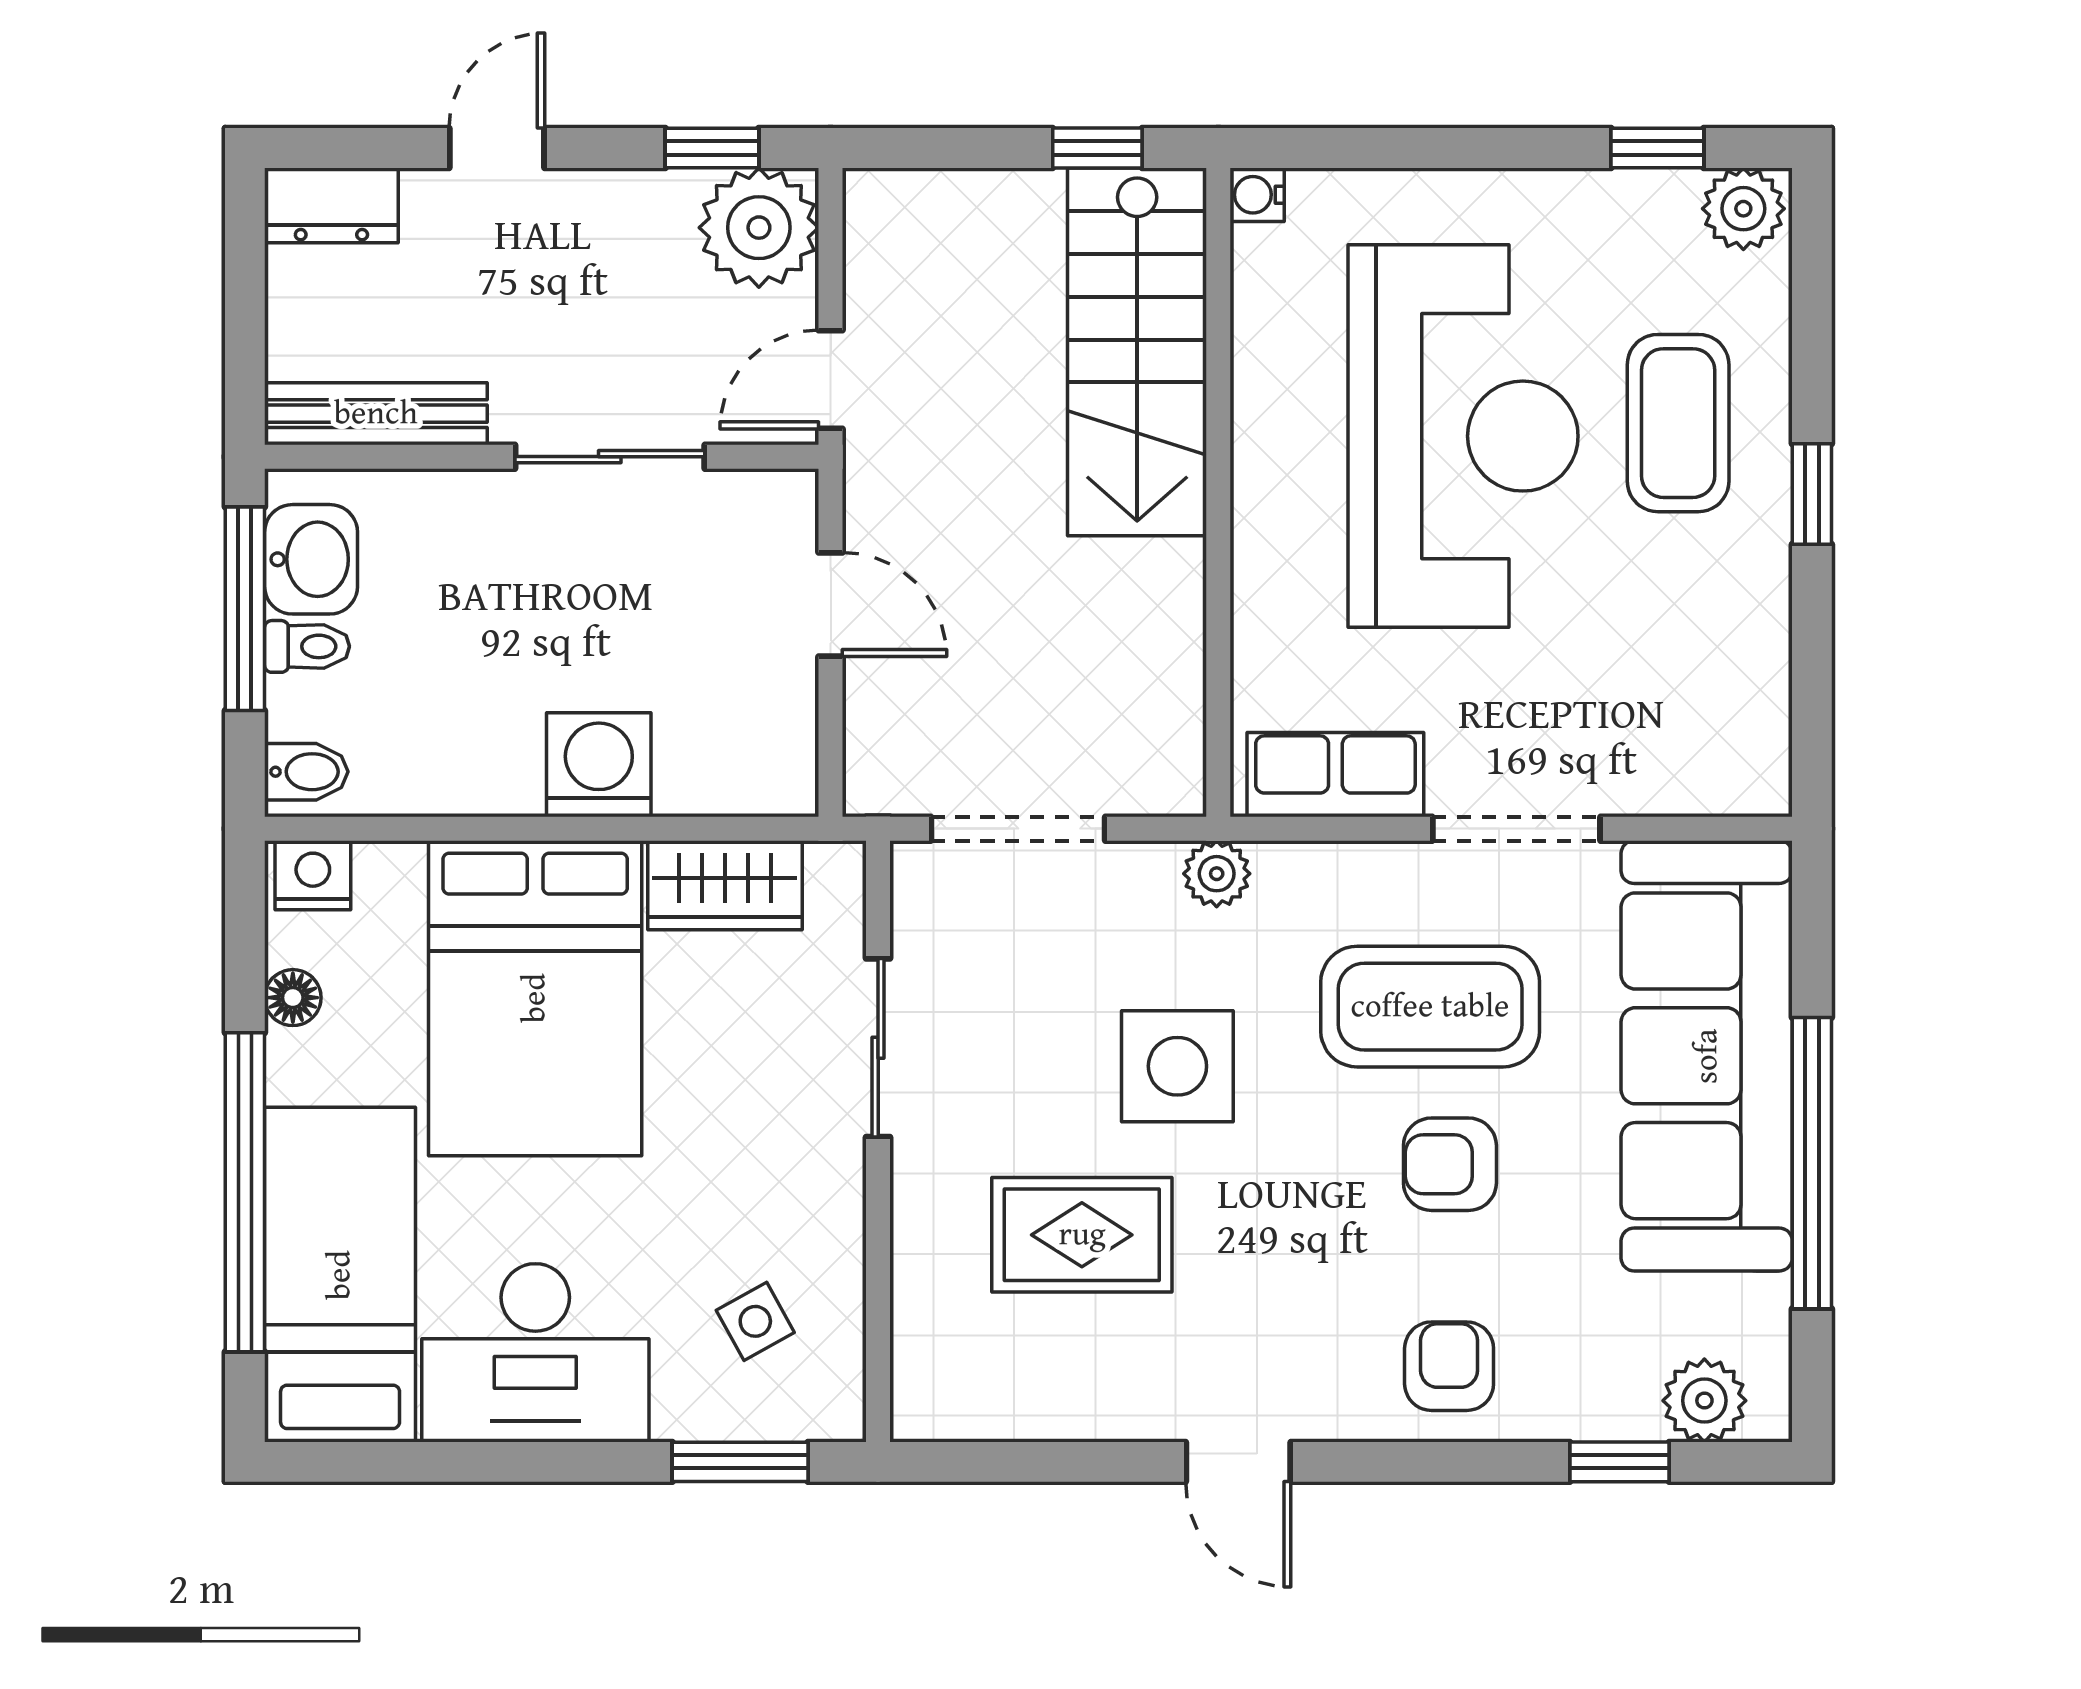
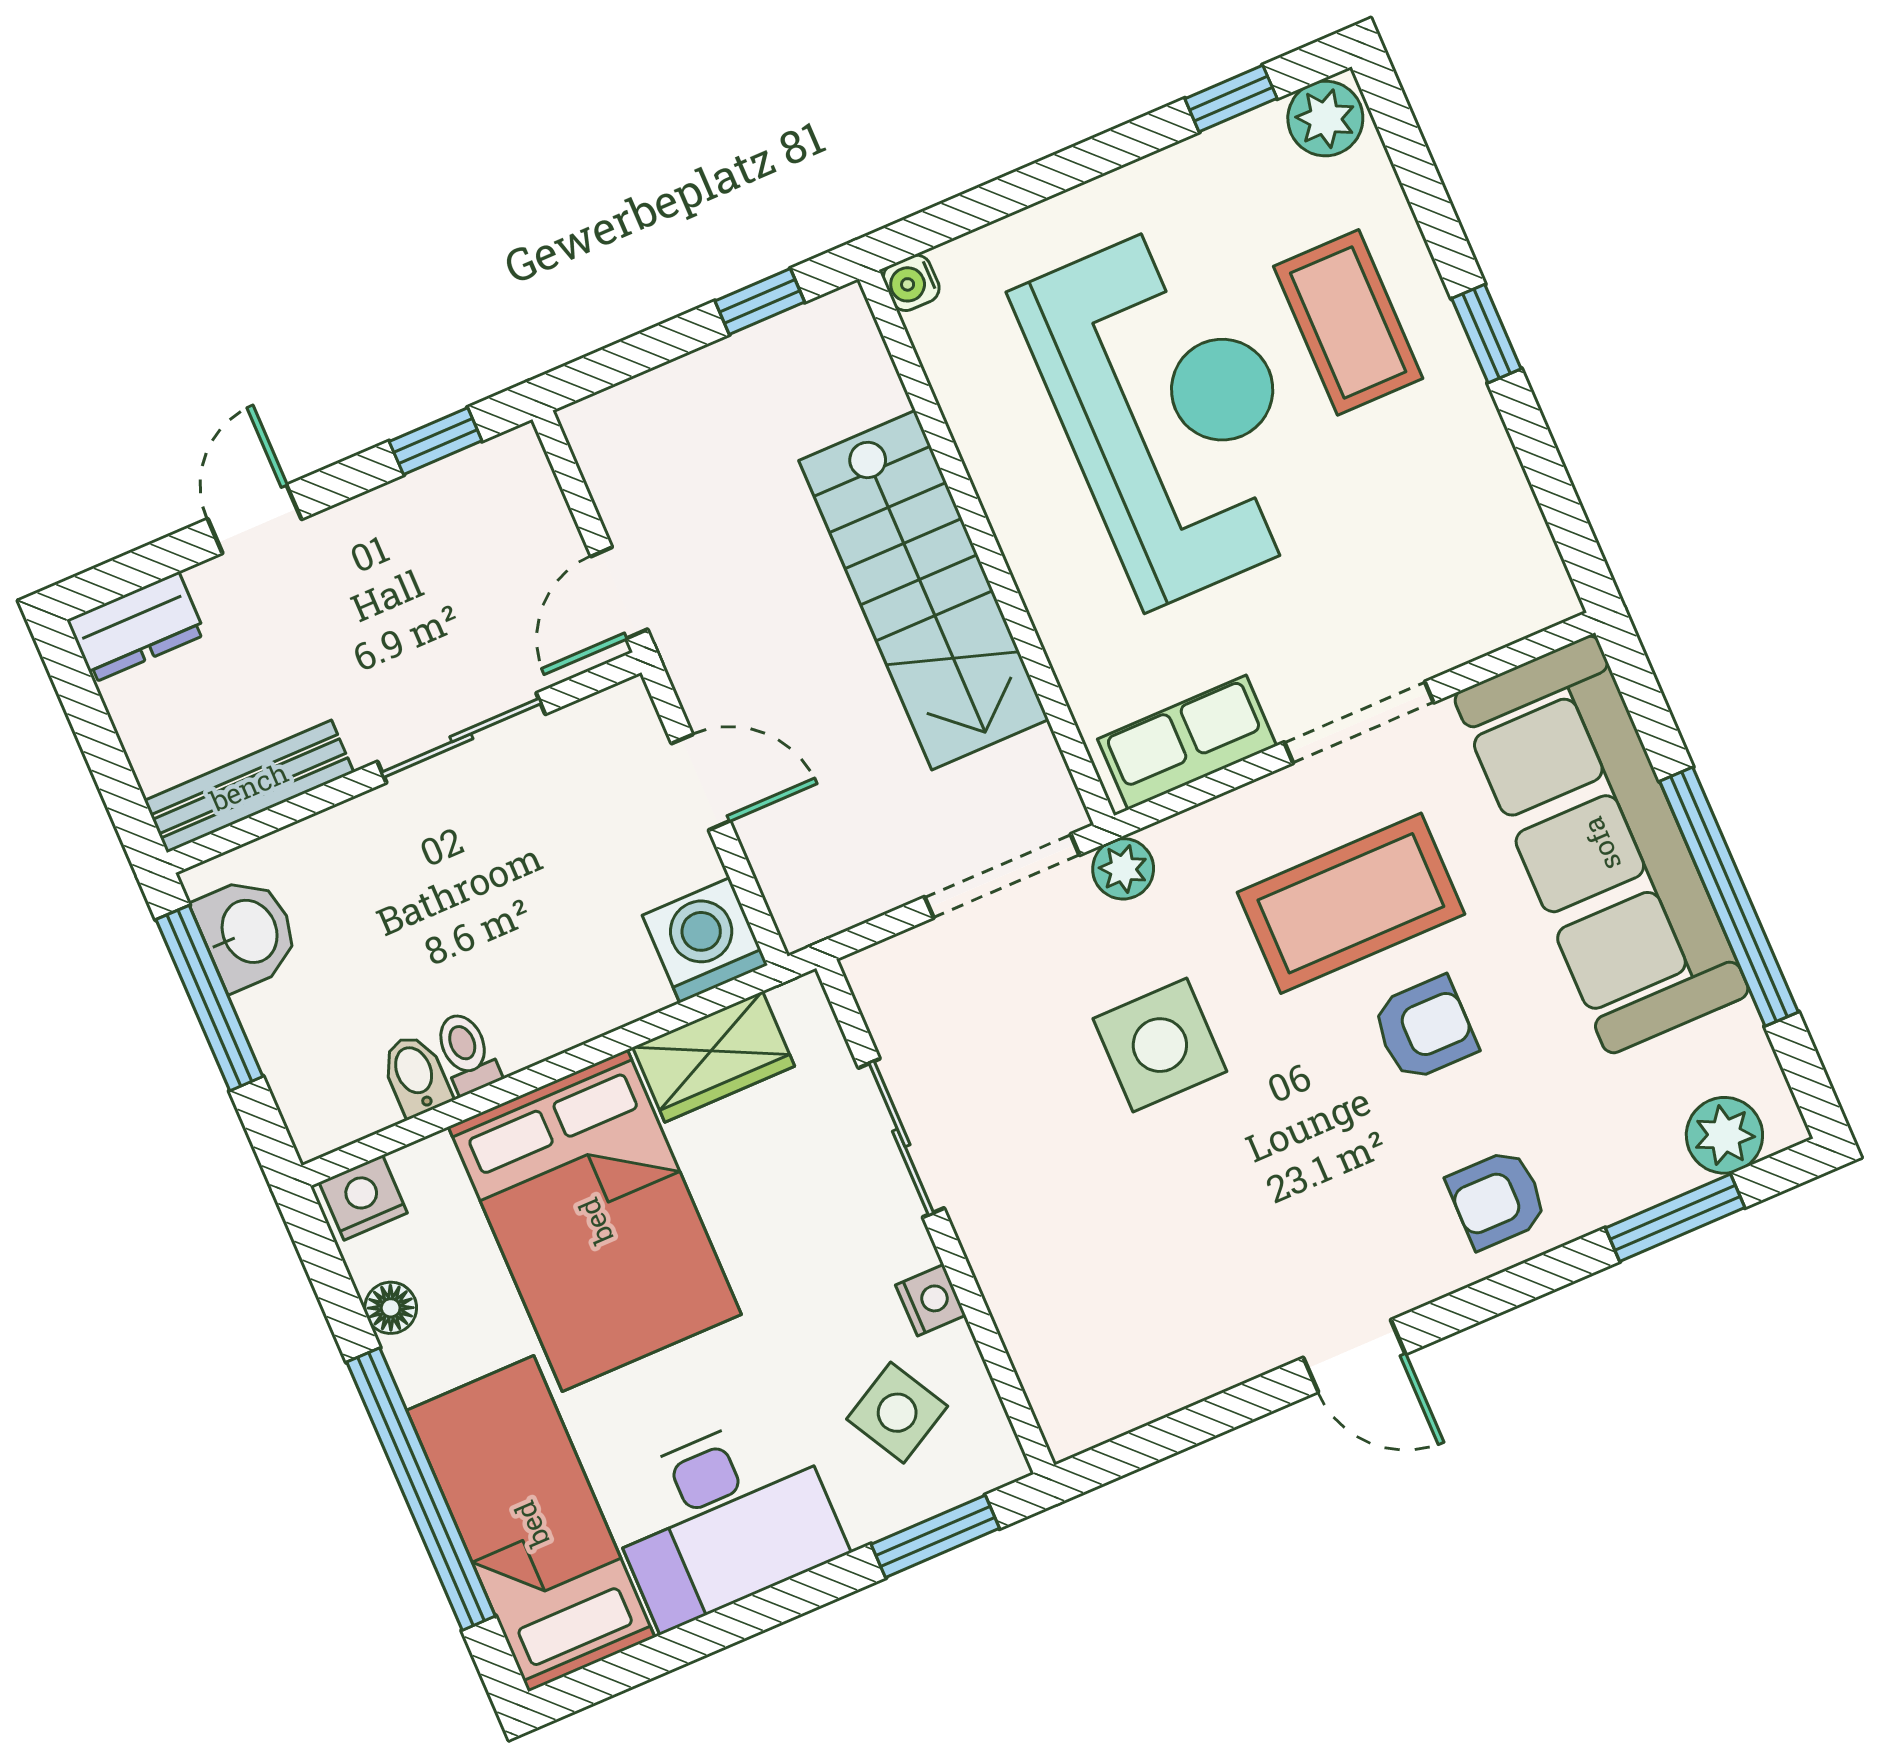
plant: (759, 228) -> (504, 491), removed
stairs: (1137, 352) -> (924, 590), moved
toilet: (307, 646) -> (467, 1053), moved, turned -90
washing machine: (599, 765) -> (705, 940), moved
bidet: (306, 772) -> (416, 1075), moved, turned -90
doorway: (1018, 829) -> (1002, 876), moved
armchair: (1450, 1164) -> (1425, 1029), turned 180
nightstand: (837, 1223) -> (931, 1300), added
rug: (1082, 1235) -> (1141, 1221), removed
side table: (755, 1321) -> (897, 1413), width x1.37, depth x1.37
armchair: (1449, 1366) -> (1497, 1199), turned -90
window: (1619, 1462) -> (1675, 1218), width x1.50

